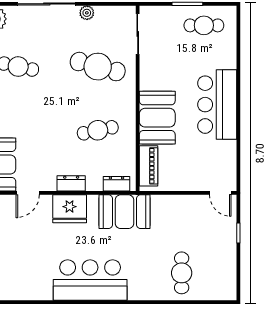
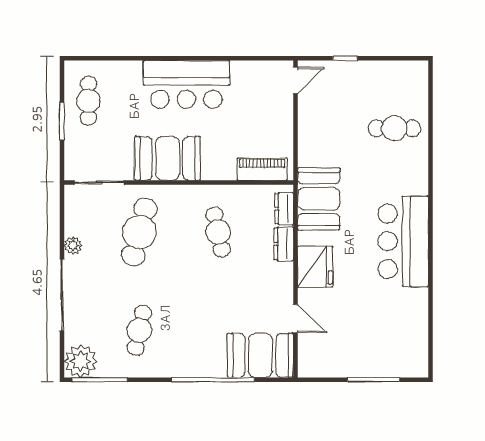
booth: (157, 118) -> (167, 158), moved
dresser: (71, 183) -> (284, 244), moved

